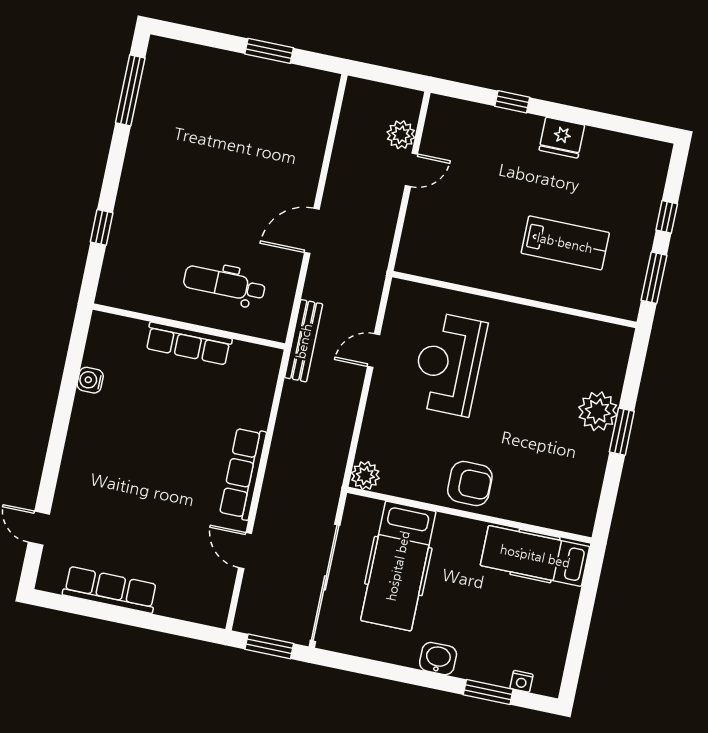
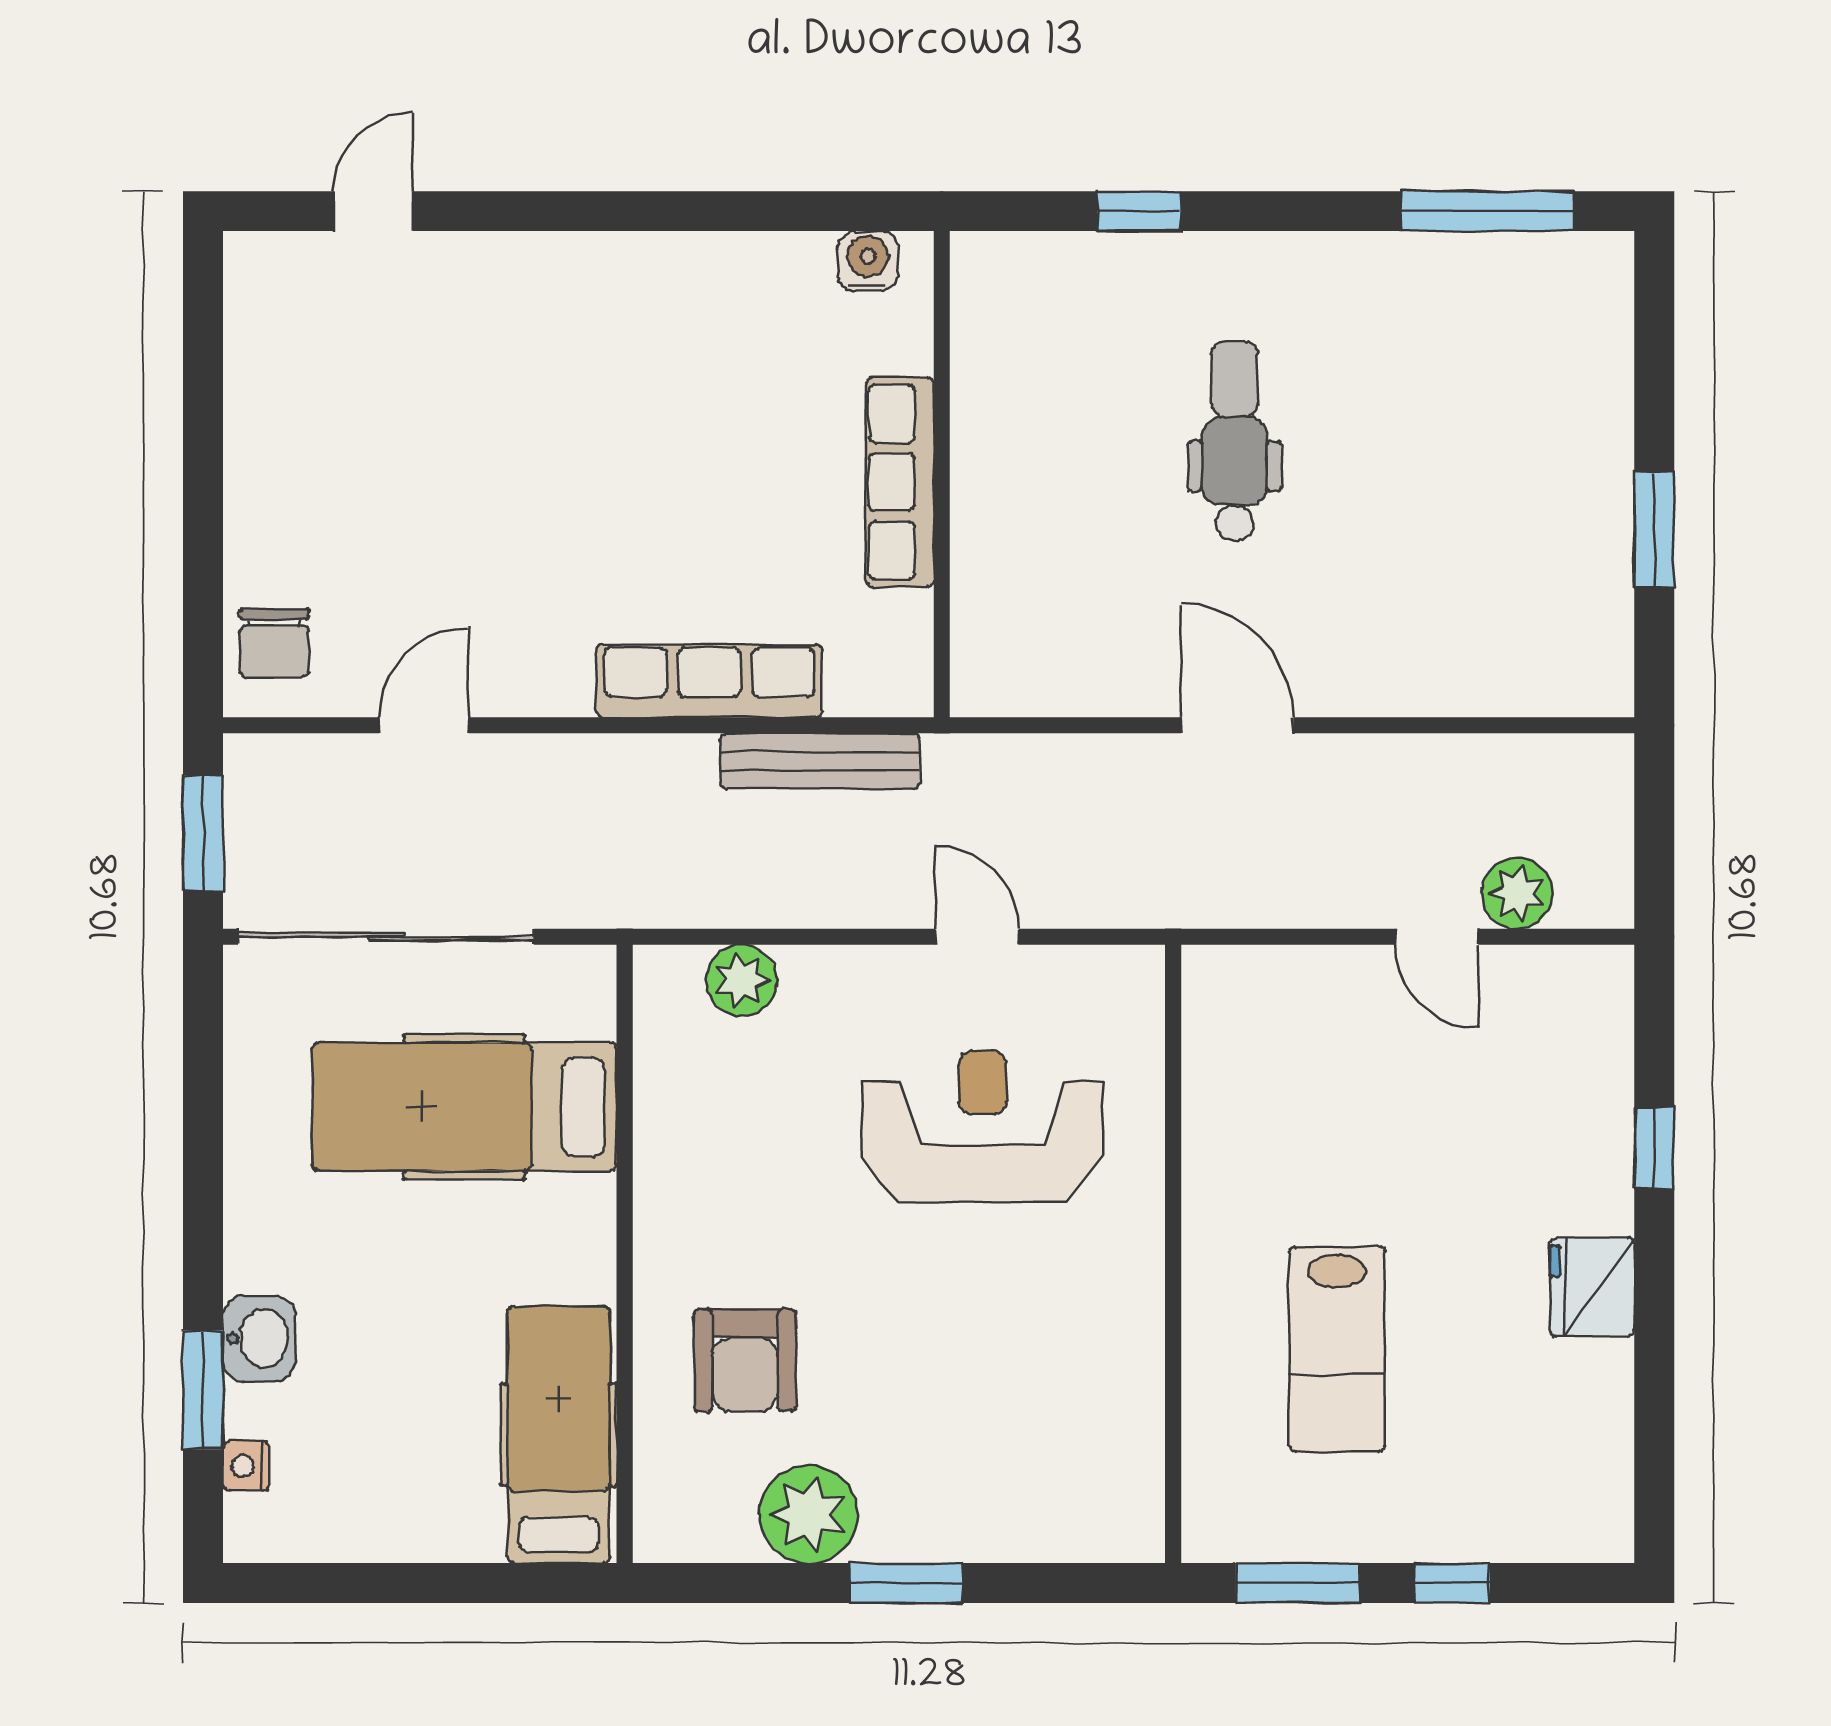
dental chair: (224, 284) -> (1234, 441), moved
bench: (304, 341) -> (820, 761), moved
water cooler: (90, 380) -> (868, 261), moved
plant: (598, 411) -> (809, 1514), moved
row of seats: (243, 473) -> (709, 681), moved
plant: (365, 476) -> (741, 980), moved
armchair: (470, 484) -> (745, 1360), moved
row of seats: (110, 590) -> (260, 416), removed
chair: (200, 603) -> (274, 643), added
washbasin: (438, 659) -> (259, 1338), moved

